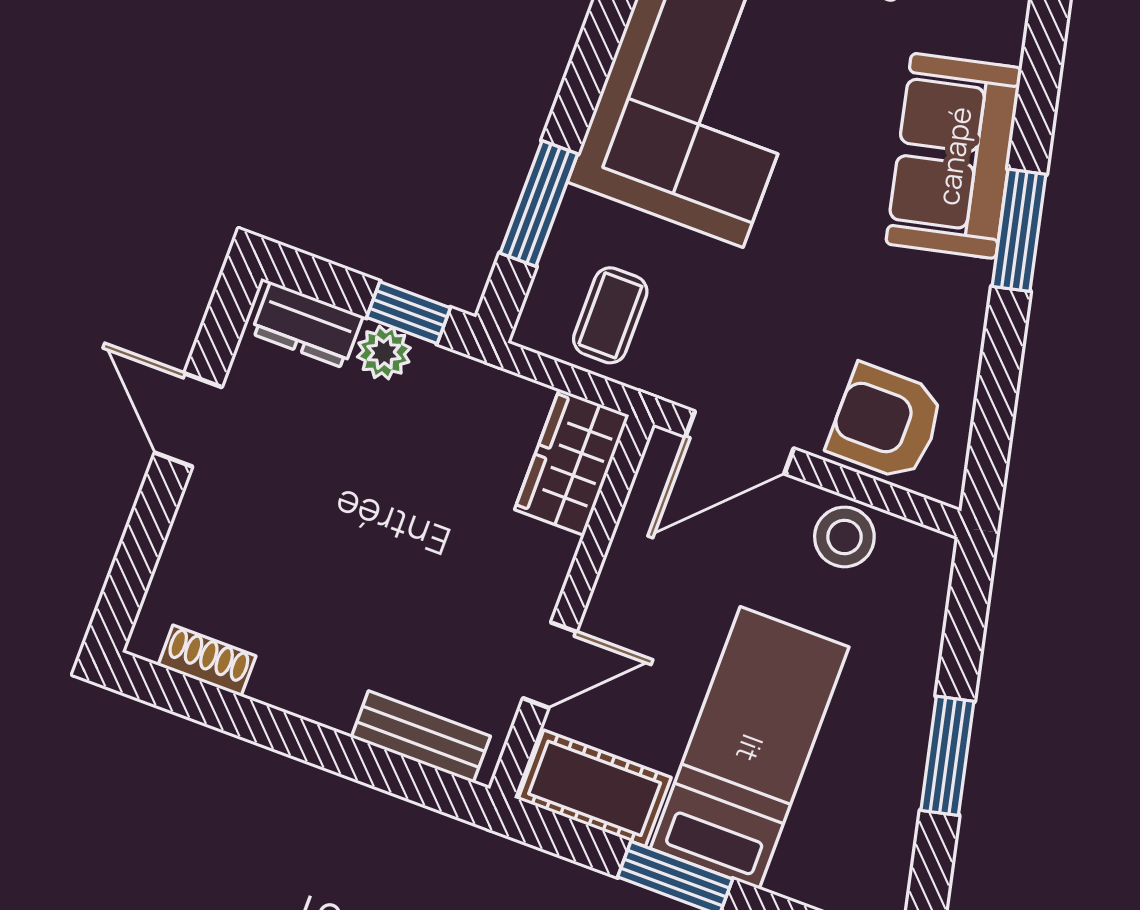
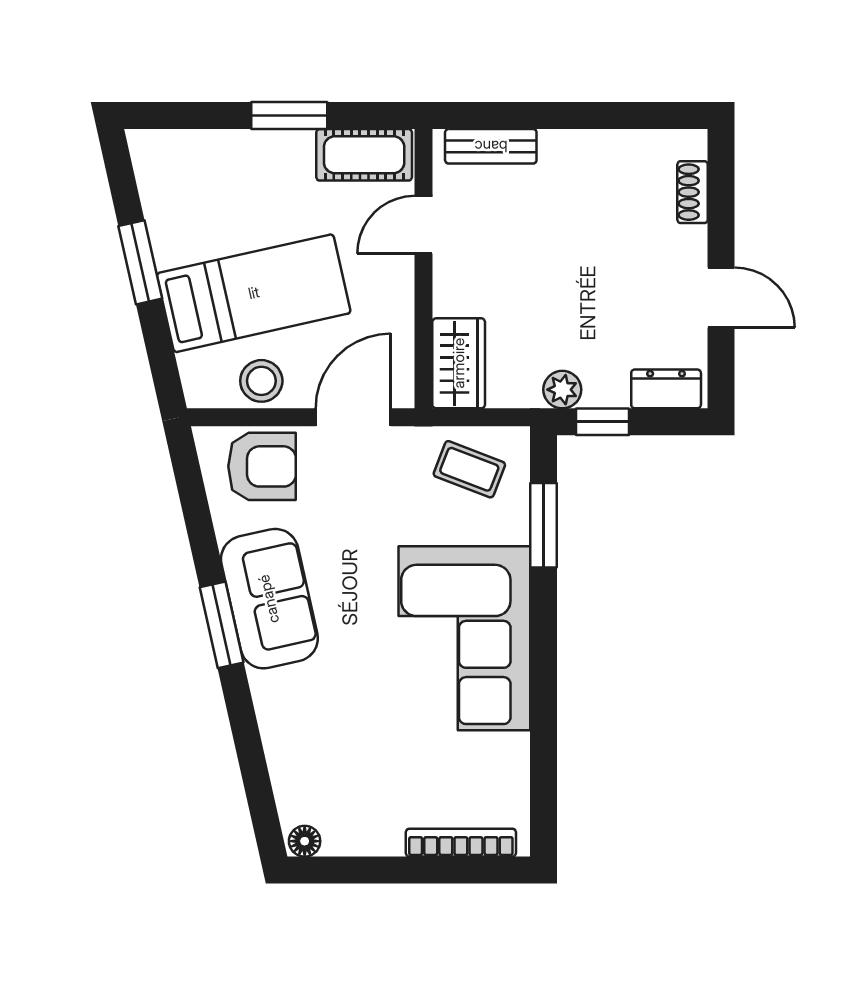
sofa: (954, 156) -> (269, 599), moved
coffee table: (610, 315) -> (469, 469), turned -69
plant: (384, 352) -> (562, 390), moved
shoe rack: (207, 661) -> (693, 192), moved, turned 90
bed: (750, 748) -> (254, 293), moved, turned -103

